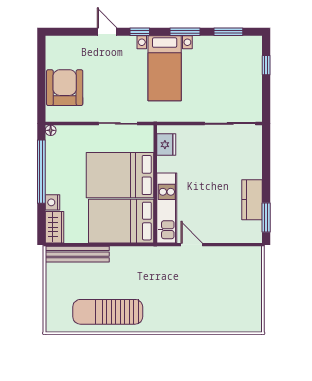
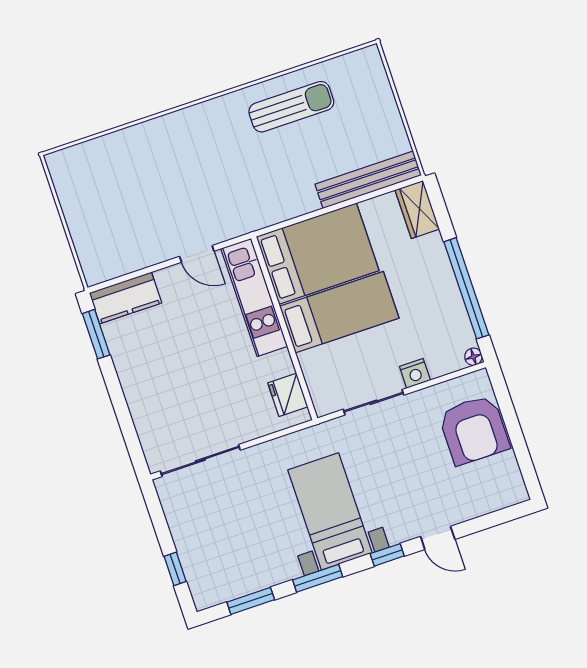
bed: (120, 175) -> (339, 312), width x0.67
kitchen counter: (252, 200) -> (125, 298), moved, turned 90
nightstand: (52, 202) -> (415, 373), moved, turned 90
sun lounger: (108, 312) -> (291, 107), width x0.73, depth x0.75

